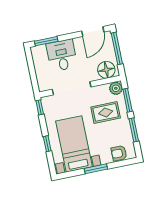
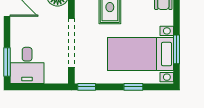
desk: (62, 55) -> (27, 65), moved, turned -90
window: (96, 169) -> (177, 49), moved

